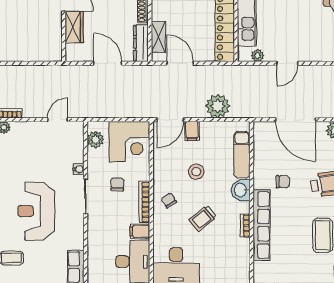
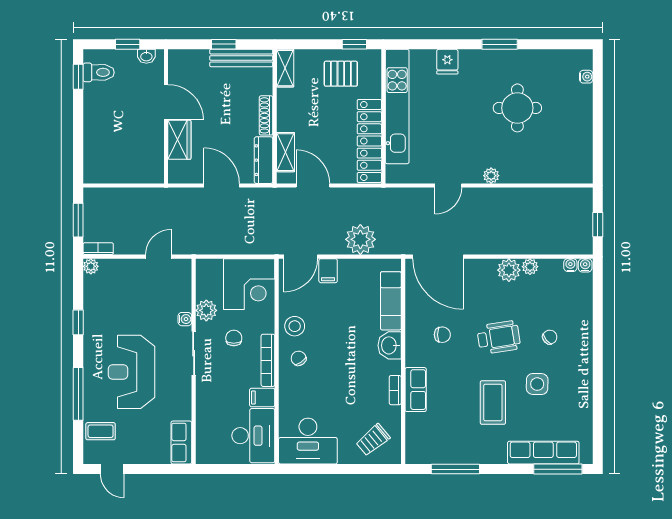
plant: (258, 55) -> (491, 176), moved
door: (296, 120) -> (438, 257), moved
plant: (95, 140) -> (206, 310), moved
stool: (196, 172) -> (295, 326), moved
trolley: (203, 218) -> (373, 440), moved
row of seats: (262, 225) -> (416, 390), width x0.50

